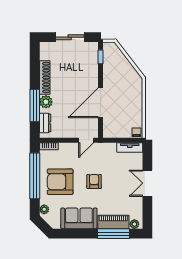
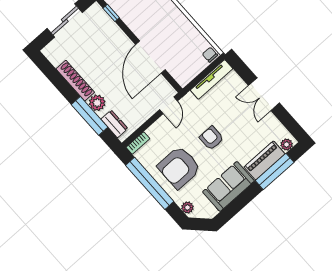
tv unit: (130, 147) -> (212, 79), width x1.41

